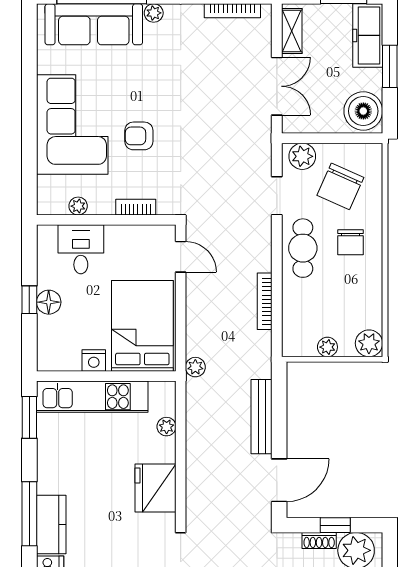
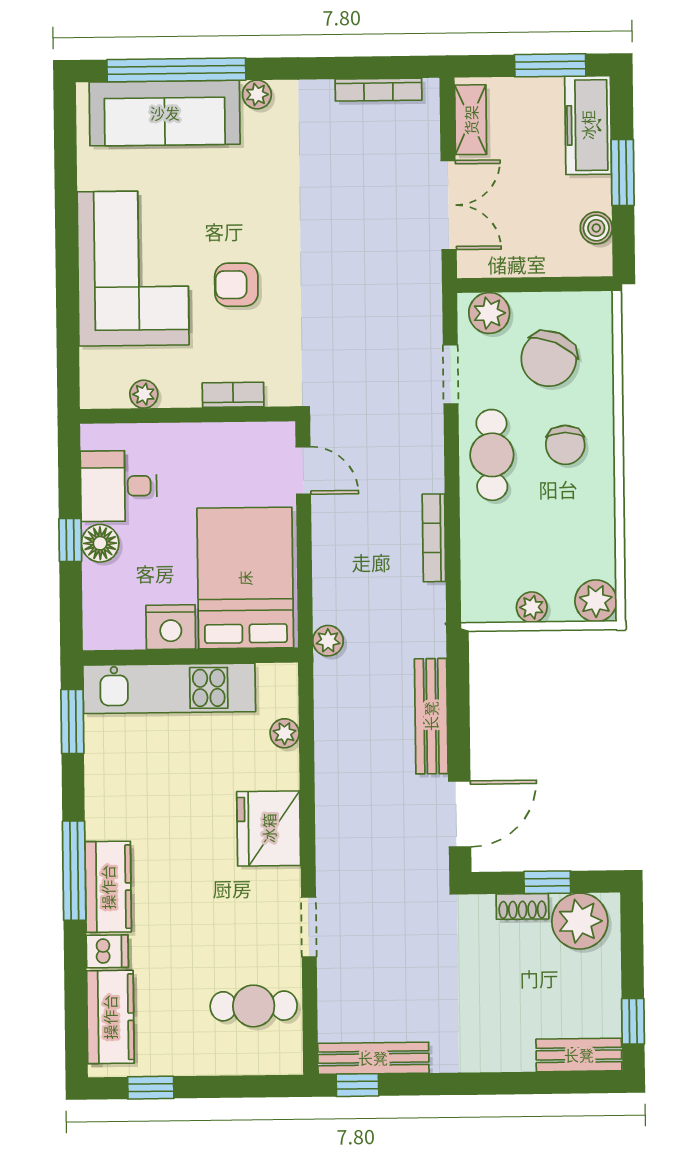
boiler: (363, 111) -> (596, 228), width x0.54, depth x0.54
desk: (81, 249) -> (119, 486), moved, turned -90
nightstand: (94, 361) -> (171, 627), width x1.36, depth x1.33

